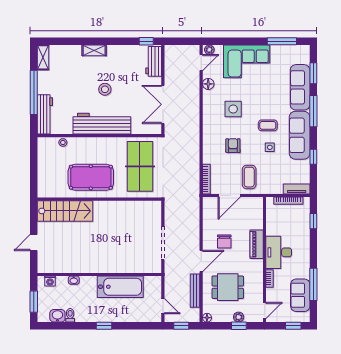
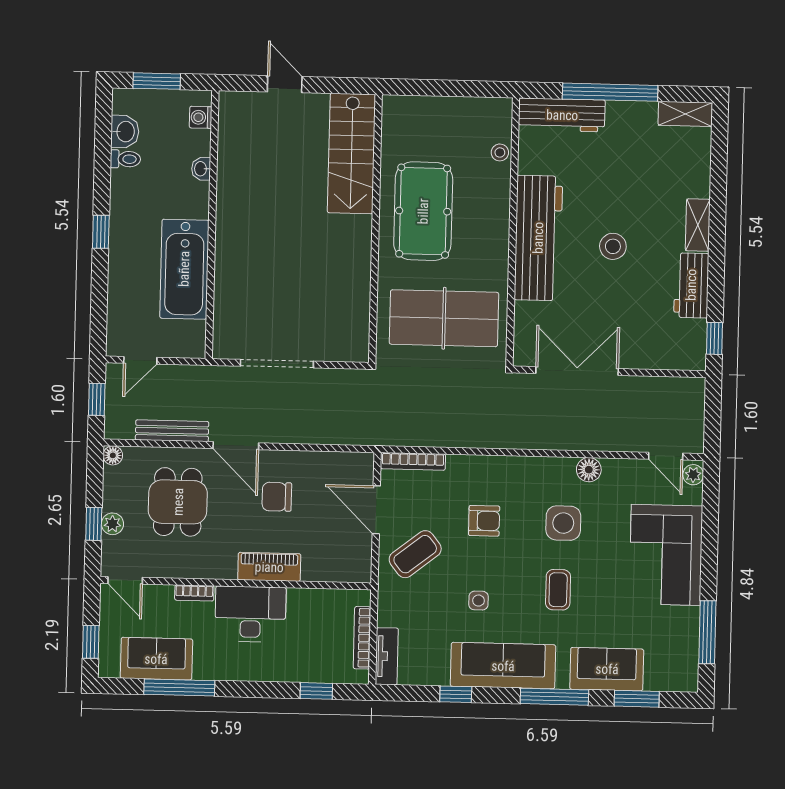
workbench: (154, 61) -> (691, 285), moved, turned -90
floor lamp: (208, 84) -> (589, 470), moved
sofa: (300, 87) -> (607, 669), width x0.73
coffee table: (268, 125) -> (558, 590), moved
coffee table: (249, 177) -> (415, 554), turned -38

